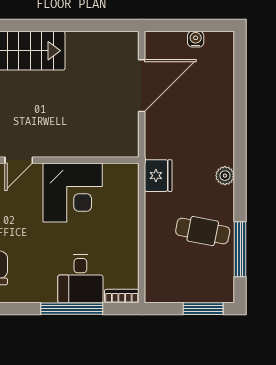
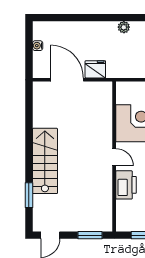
fridge: (158, 176) -> (95, 69), moved

